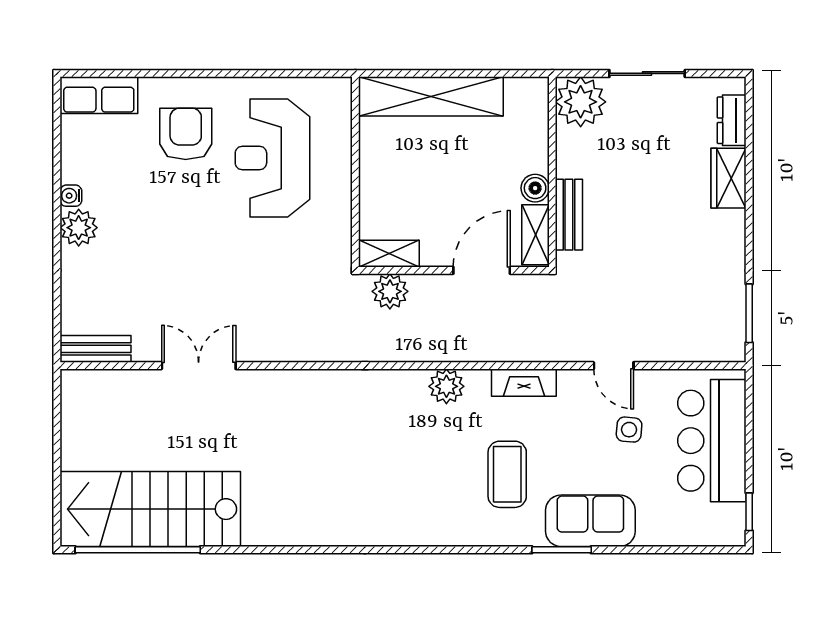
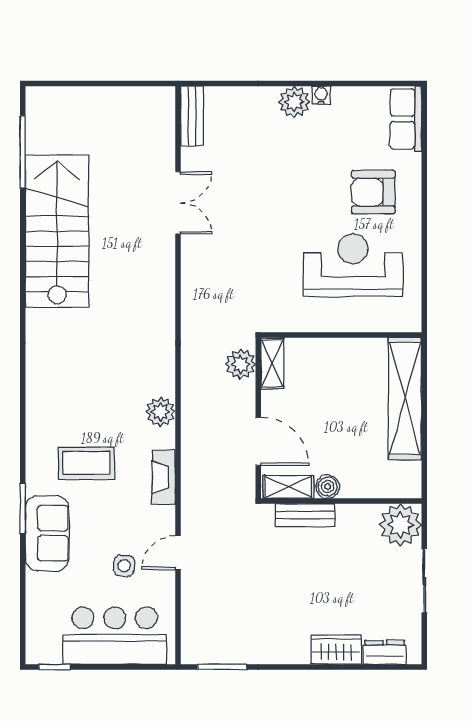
armchair: (186, 134) -> (373, 192), turned 180
stairs: (150, 509) -> (57, 231), moved
window: (138, 550) -> (23, 152), width x0.68

